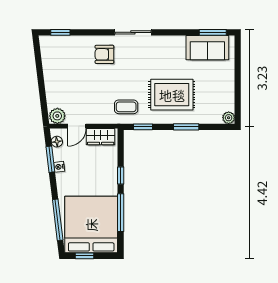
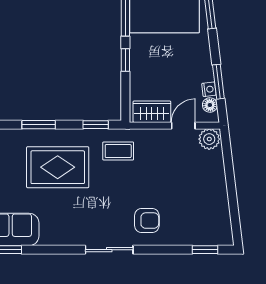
nightstand: (59, 167) -> (209, 89), moved

